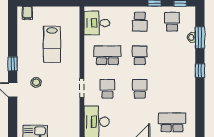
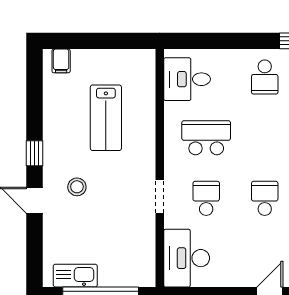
school desk: (140, 55) -> (265, 138), removed

